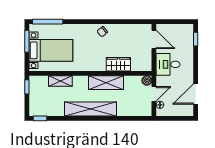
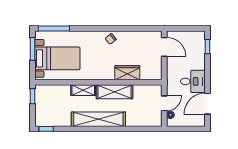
desk: (168, 64) -> (193, 81), moved, turned 180
shelving: (60, 81) -> (83, 90), moved
boiler: (147, 81) -> (157, 90), removed

